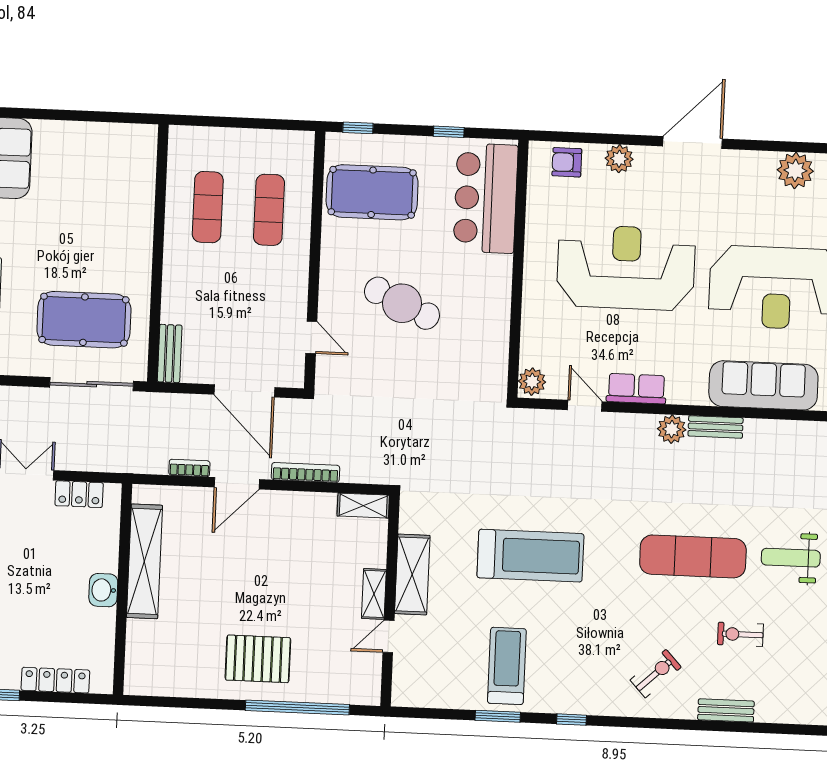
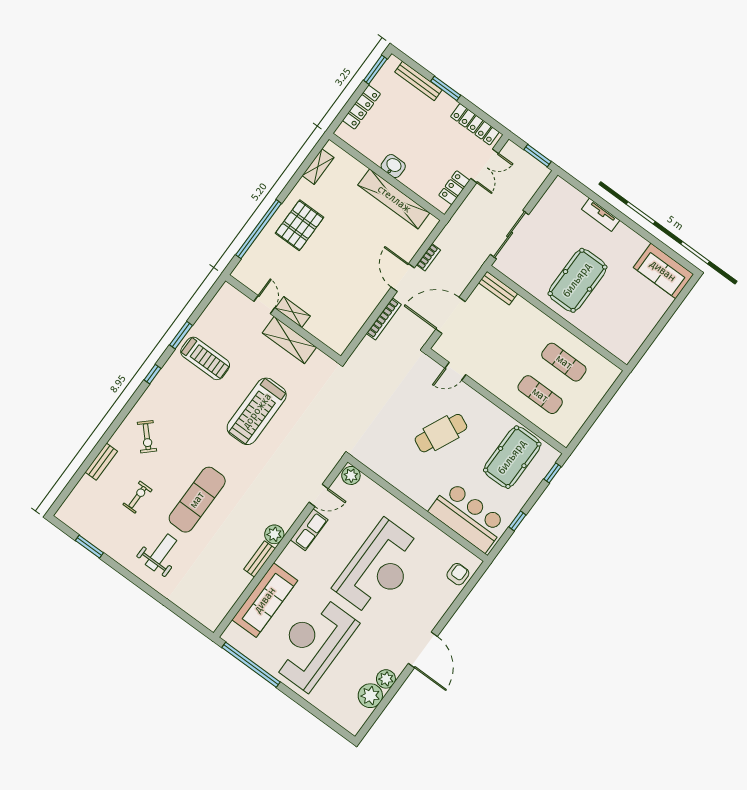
plant: (619, 159) -> (386, 679), moved
pool table: (84, 320) -> (577, 280), moved
shelving: (363, 506) -> (318, 167), moved

